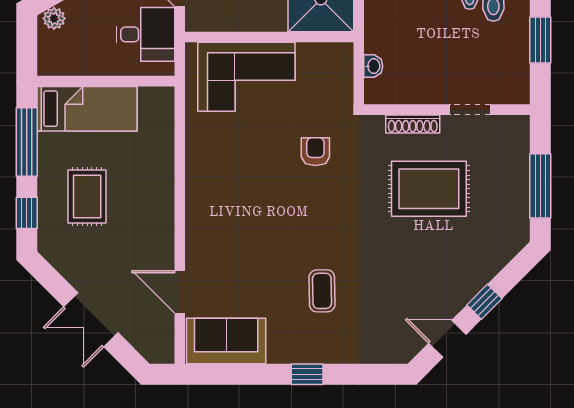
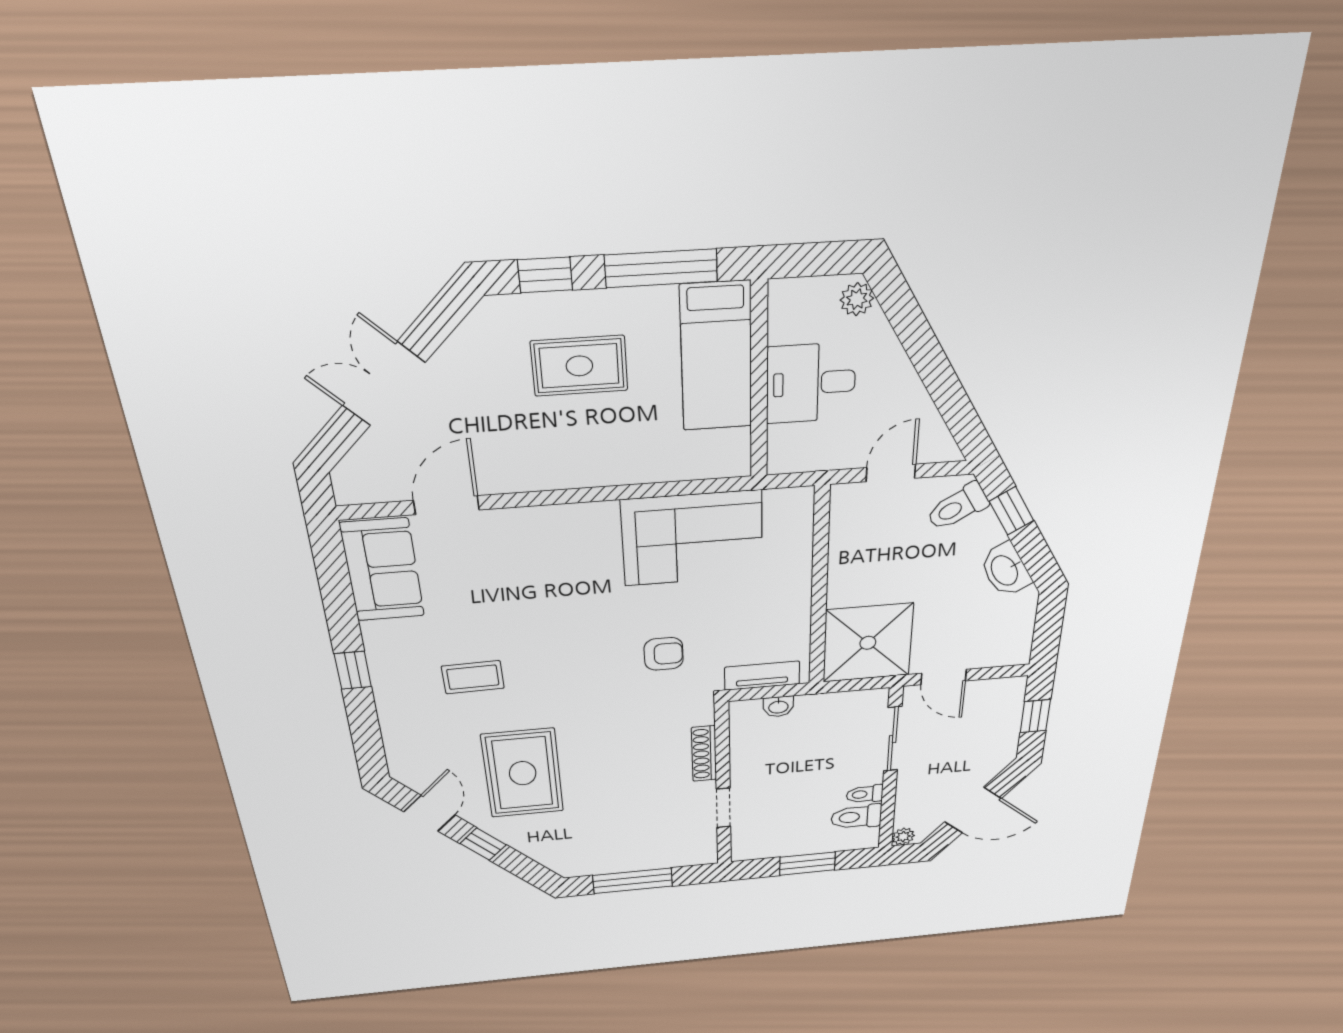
desk: (145, 34) -> (811, 383), moved, turned 90
corner sofa: (246, 77) -> (693, 538), moved, turned -90
tv unit: (343, 79) -> (762, 676), added
rug: (429, 189) -> (523, 773), moved

